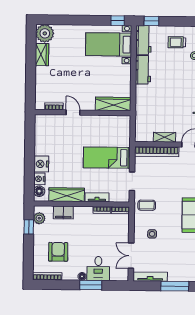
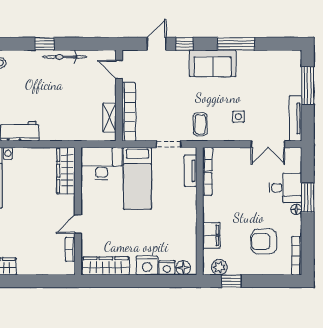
desk: (118, 131) -> (102, 163), added
shelving: (165, 137) -> (109, 118), moved
wardrobe: (67, 195) -> (106, 266), moved, turned 90
tv unit: (97, 197) -> (191, 171), moved

